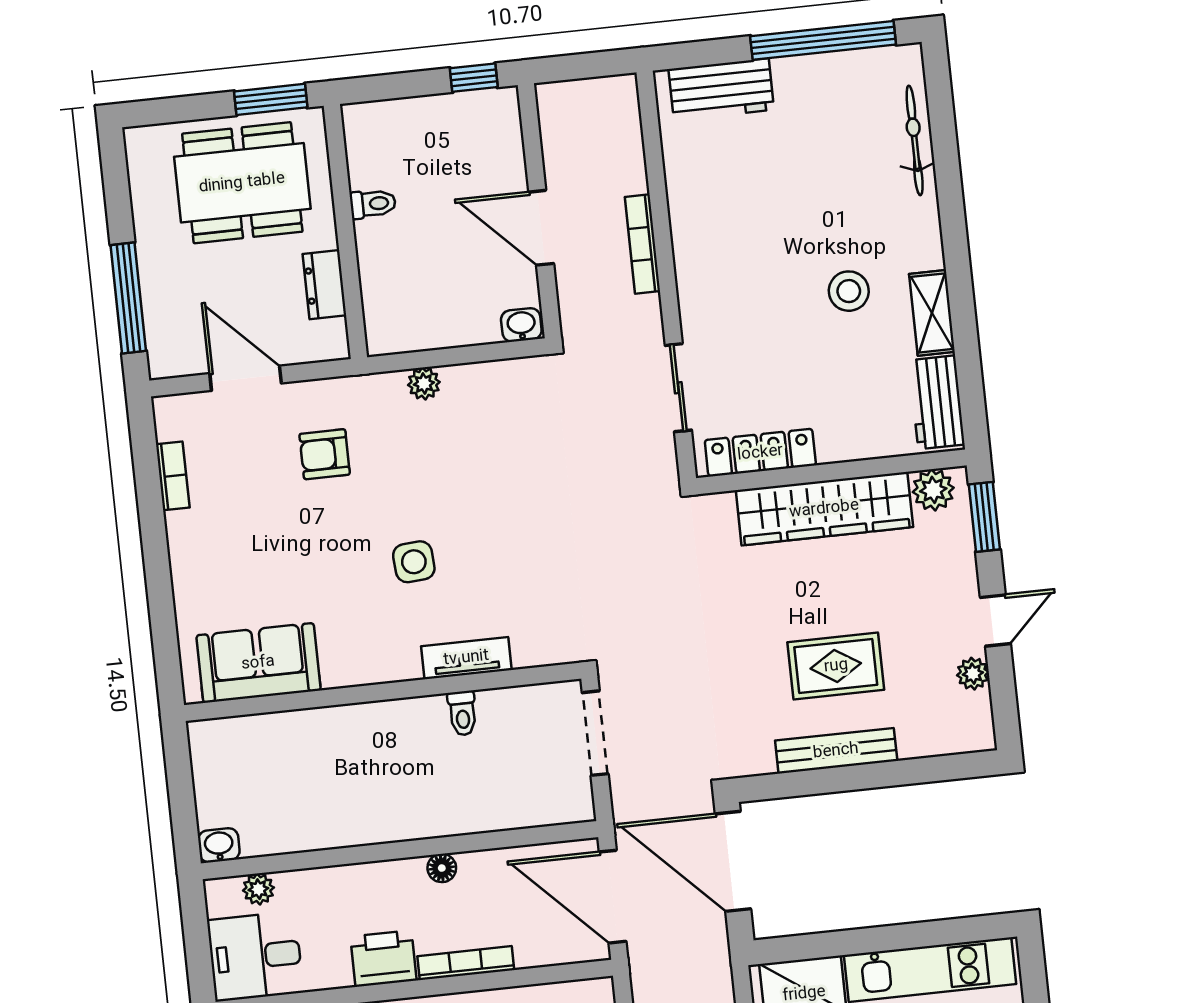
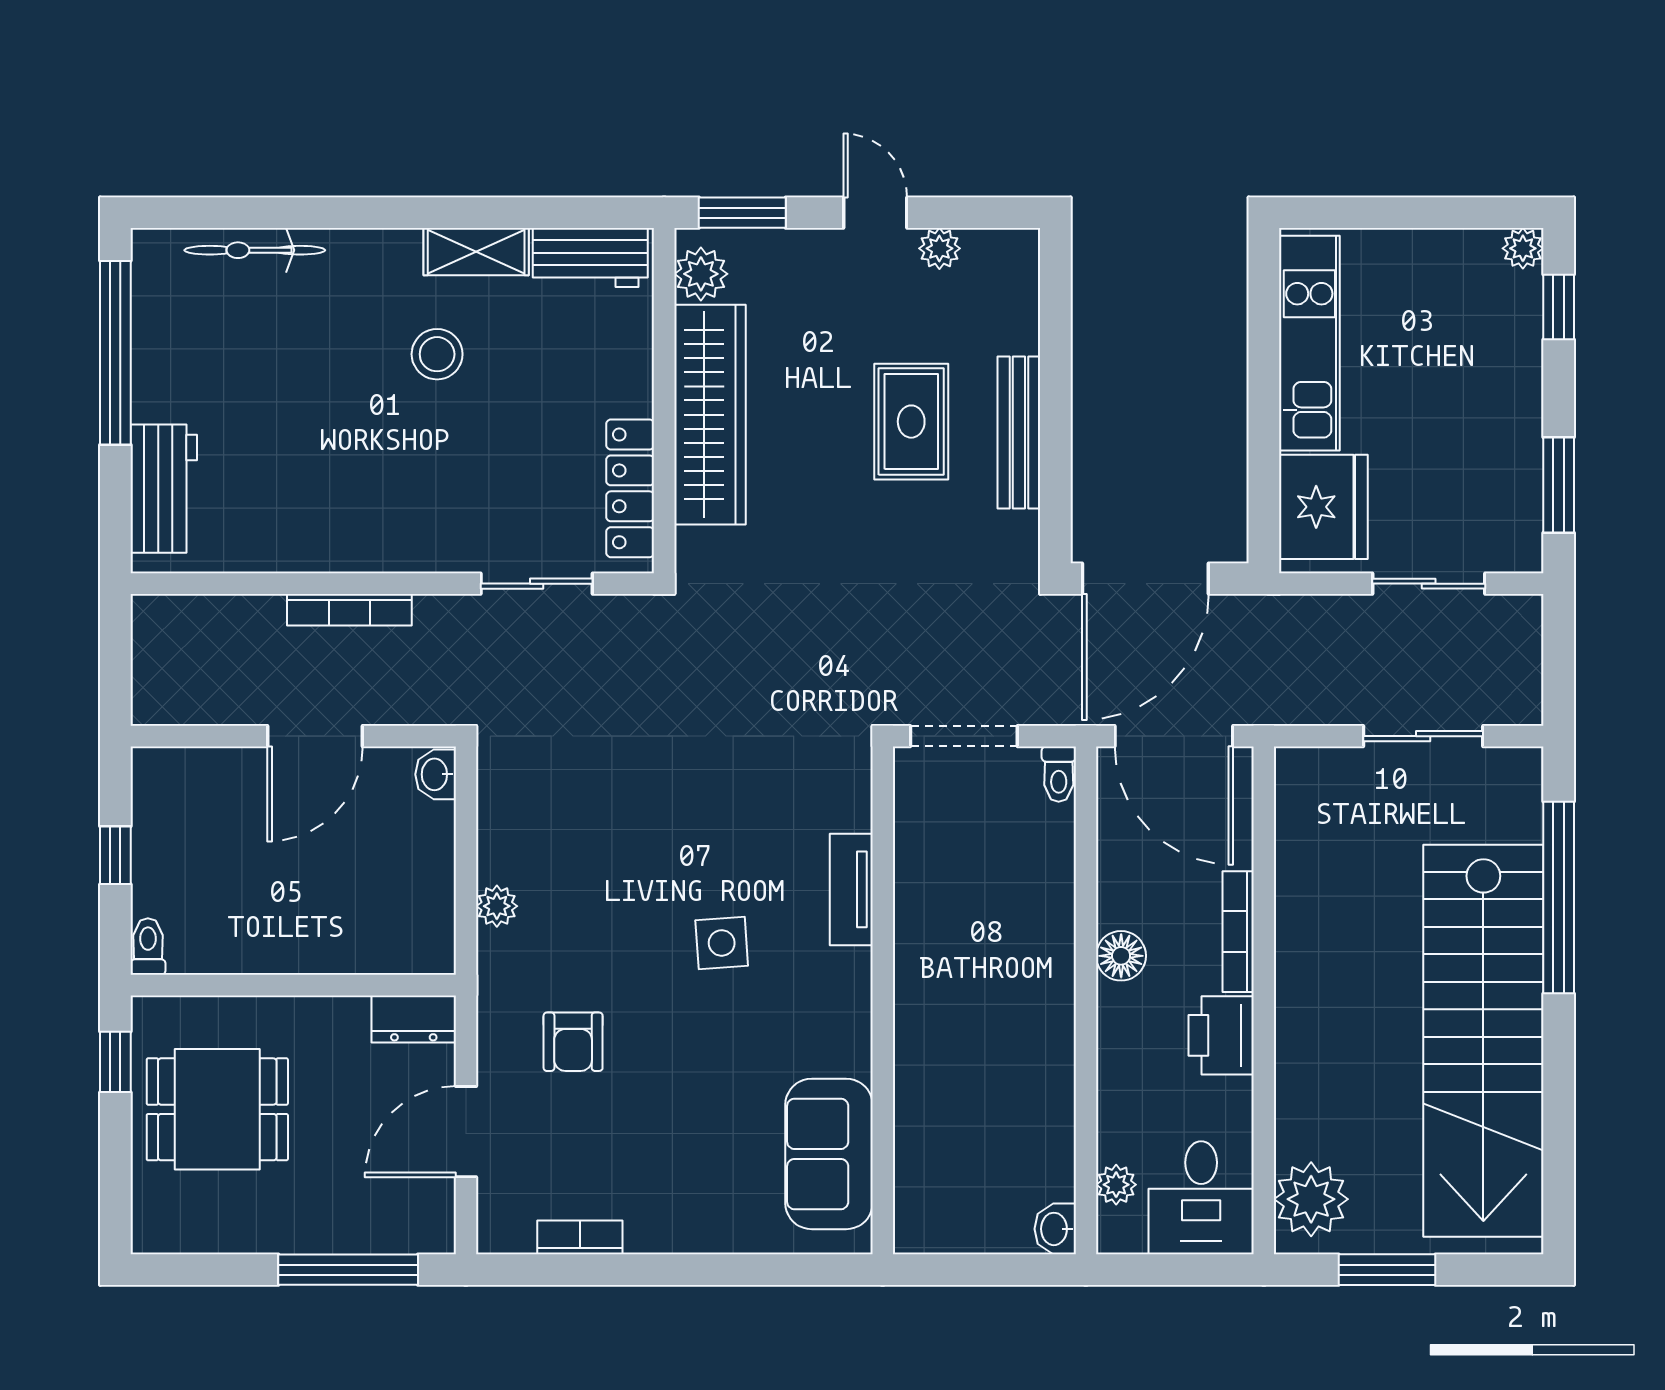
window: (474, 78) -> (115, 855), moved
window: (271, 99) -> (115, 1062), width x0.67
dining table: (242, 183) -> (217, 1109), width x0.73
toilet: (373, 204) -> (148, 947), moved
dresser: (324, 285) -> (414, 1019), moved
toilet: (462, 713) -> (1059, 774), moved, turned 90
floor lamp: (442, 868) -> (1121, 956), width x1.37, depth x1.37
door: (613, 897) -> (1174, 736), hinge flipped

